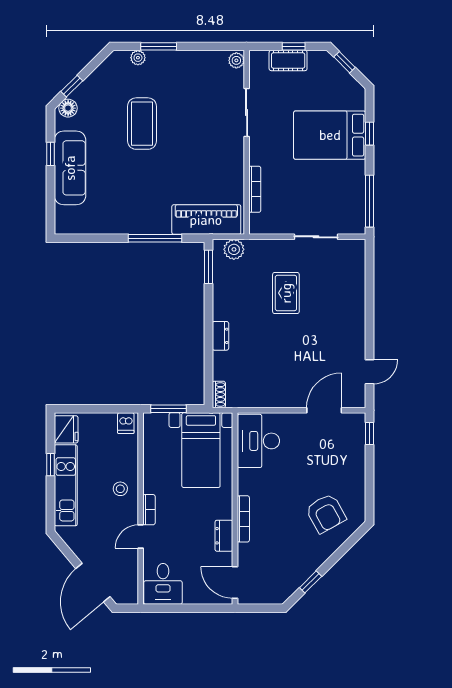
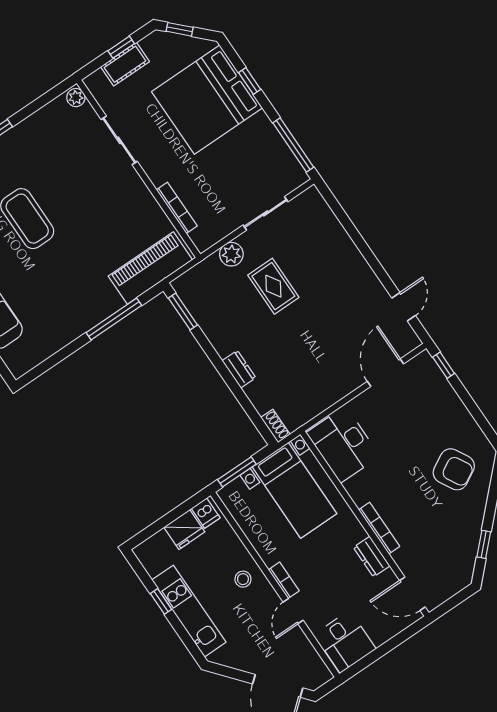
bed: (330, 135) -> (207, 100), width x1.36
plant: (234, 249) -> (231, 254), moved
fridge: (66, 429) -> (184, 530), moved, turned 90

